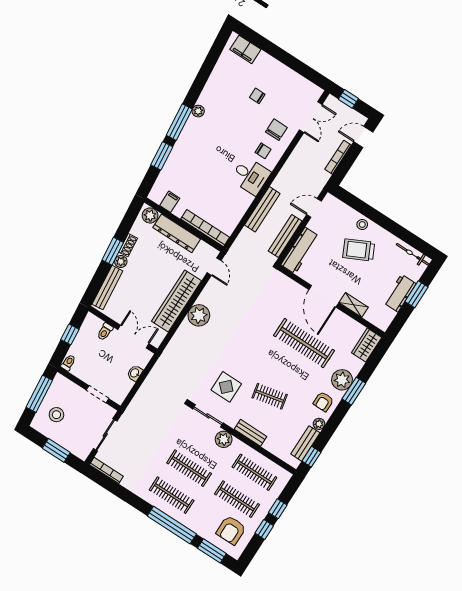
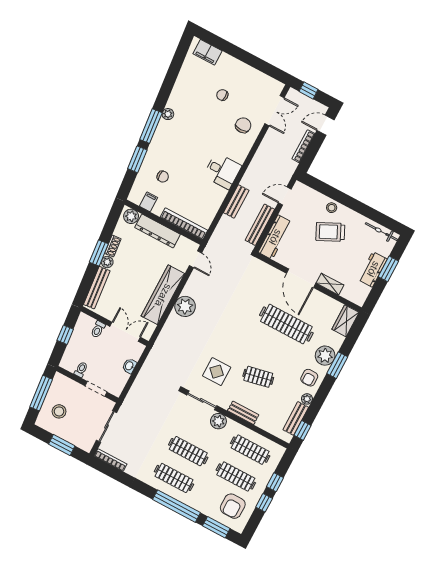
chair: (263, 151) -> (163, 177), moved
bench: (262, 209) -> (236, 201), width x0.73
toilet: (68, 363) -> (81, 370), moved

